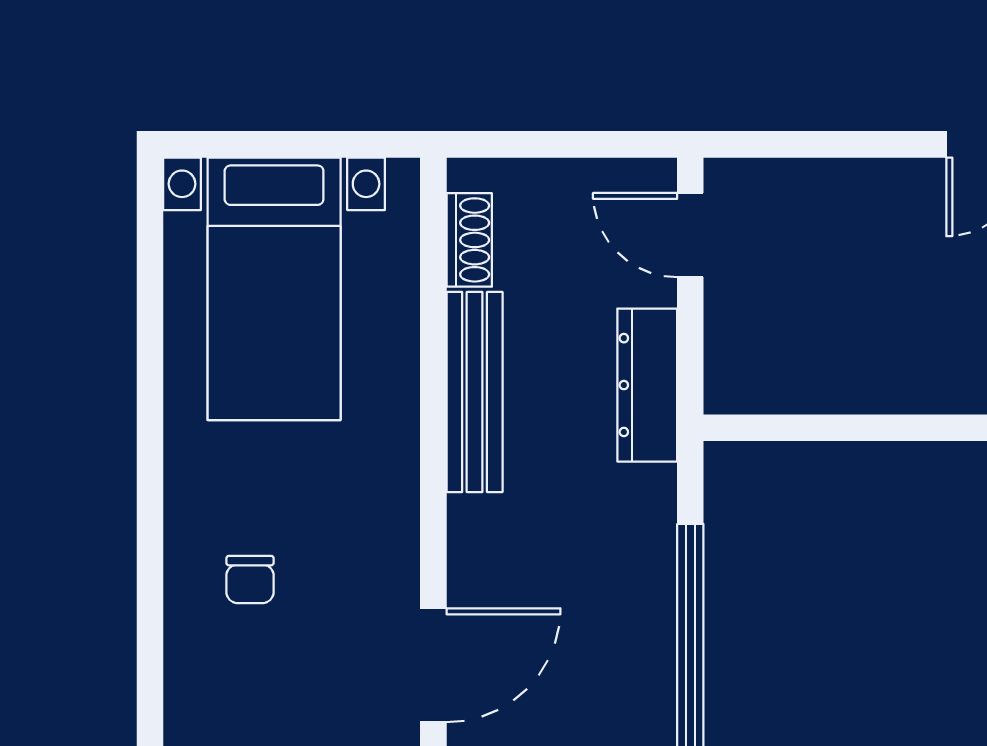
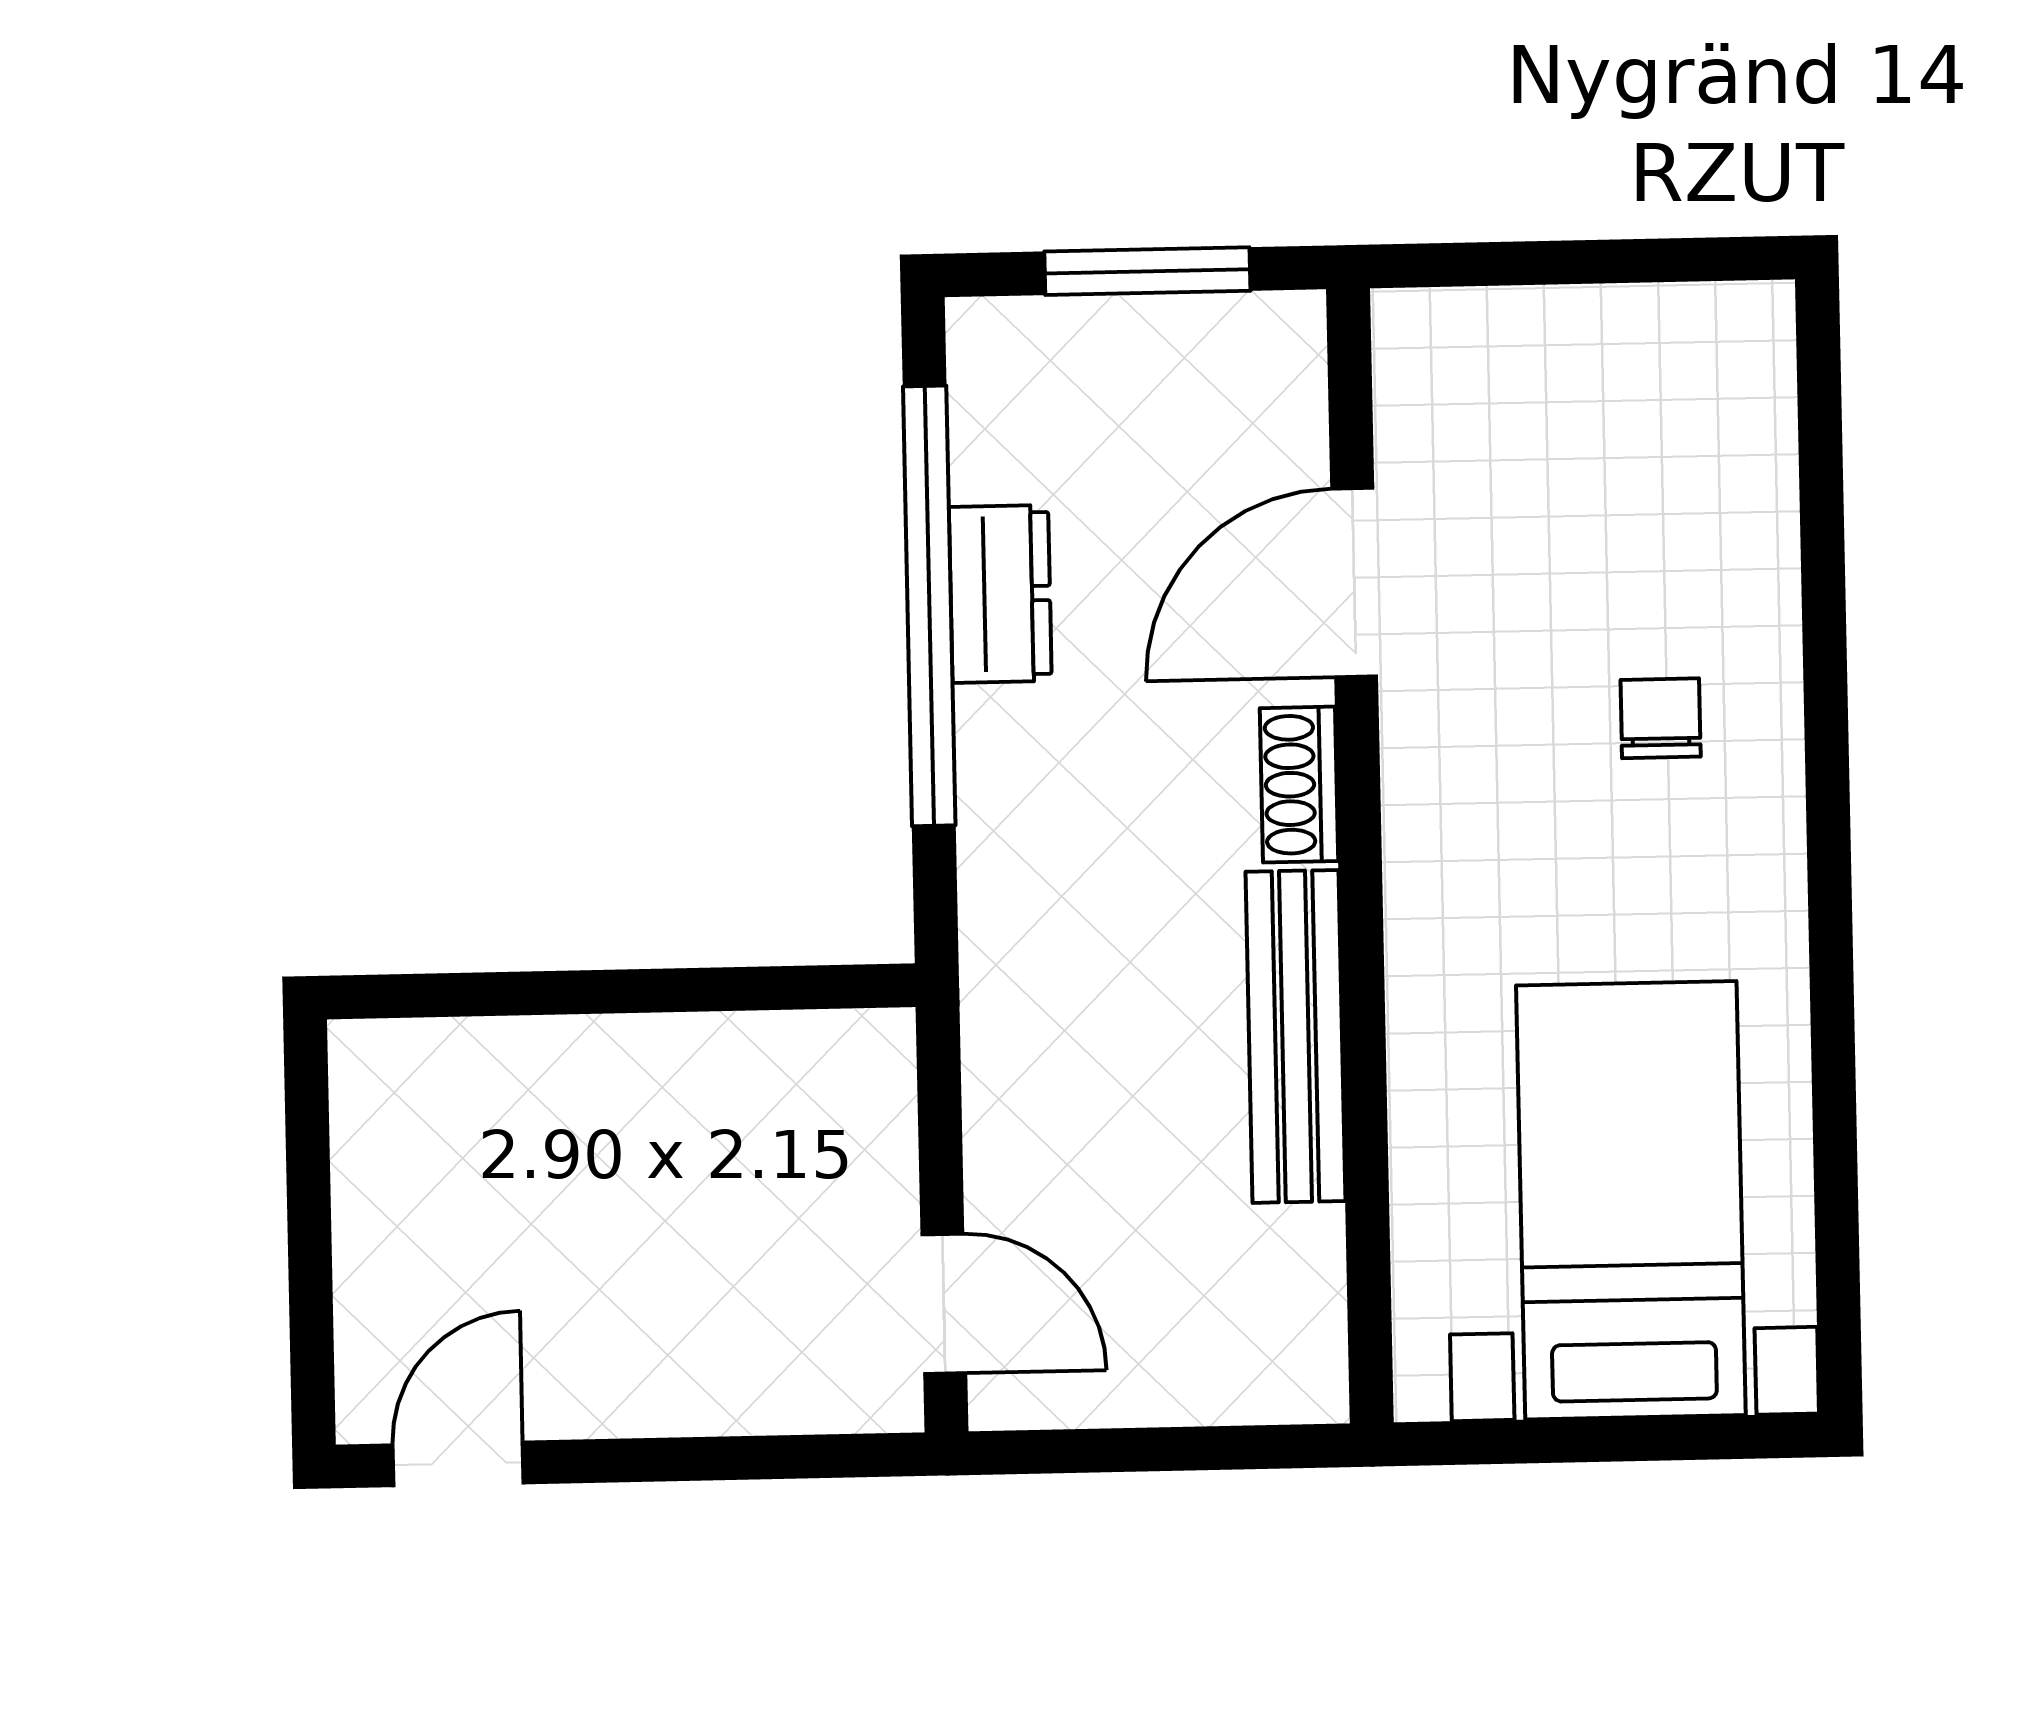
shoe rack: (469, 240) -> (1299, 785), moved
dresser: (647, 385) -> (1000, 594), moved, width x0.70

